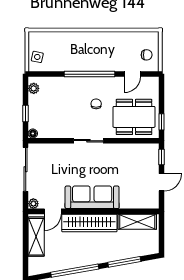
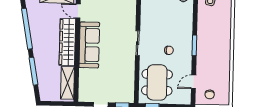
window: (89, 74) -> (194, 45), width x0.47
door: (132, 74) -> (194, 82), hinge flipped

